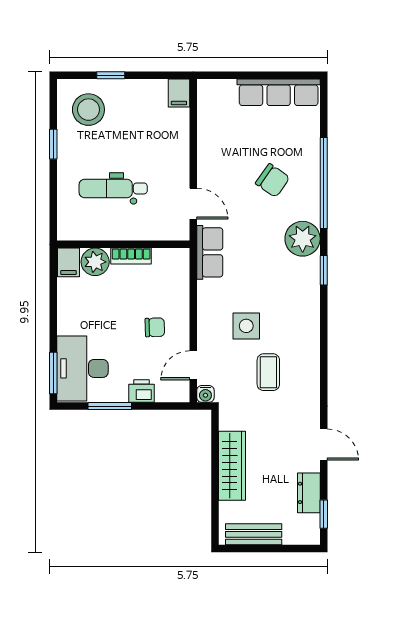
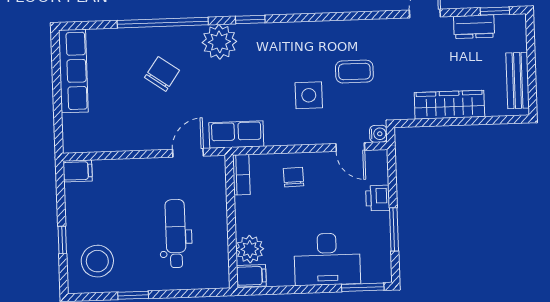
dental chair: (113, 188) -> (176, 234), turned 180
bookcase: (131, 256) -> (241, 175), moved
chair: (155, 327) -> (294, 177), moved
desk: (82, 368) -> (327, 259), moved

